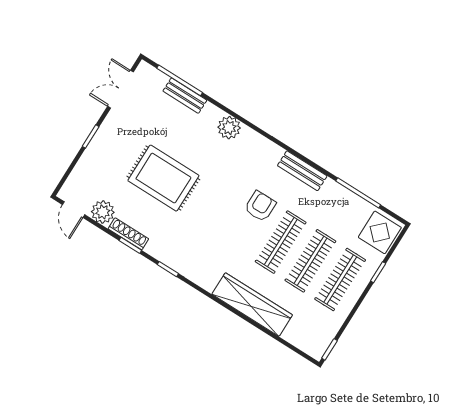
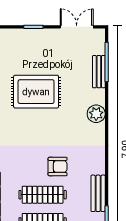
bench: (302, 171) -> (98, 193), moved
rug: (163, 178) -> (36, 92), turned 90

